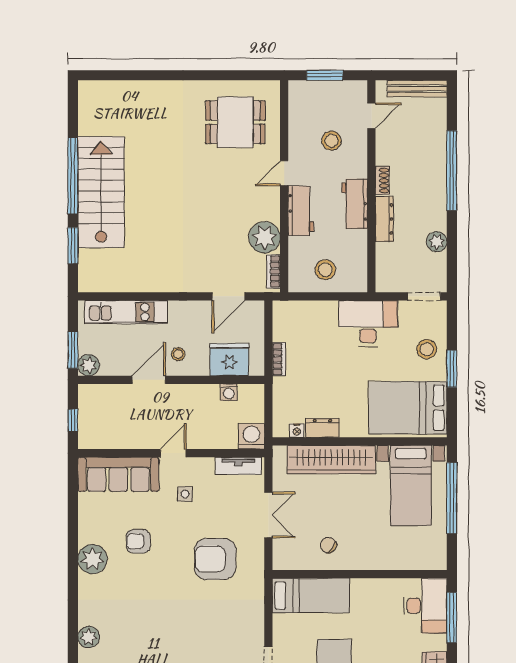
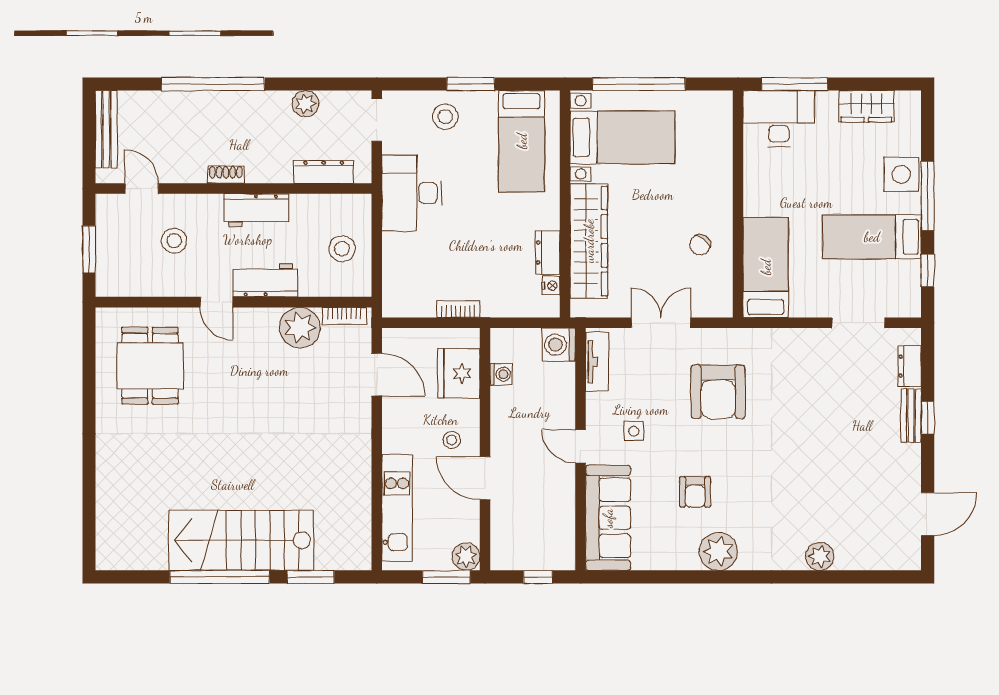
dresser: (384, 219) -> (324, 172), moved
bed: (408, 408) -> (522, 141), width x0.67

